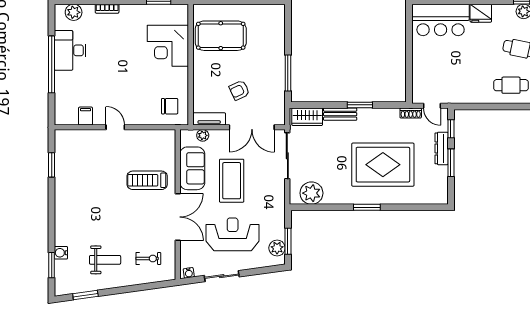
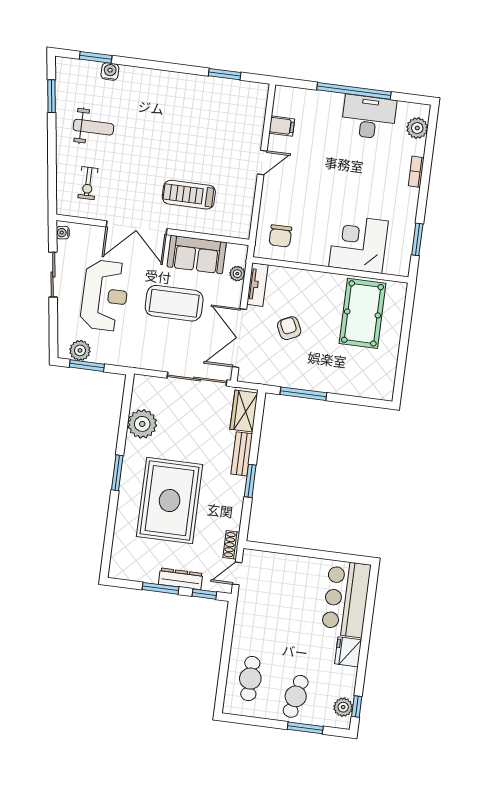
treadmill: (147, 180) -> (189, 195), turned -90
plant: (311, 193) -> (142, 424), moved
weight bench: (105, 260) -> (93, 127), turned -90

